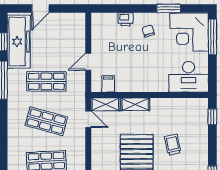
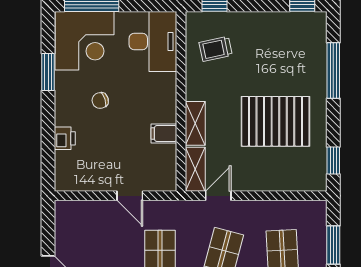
chair: (148, 31) -> (100, 101), moved
filing cabinet: (108, 84) -> (164, 134), moved
trolley: (173, 145) -> (216, 49), moved

